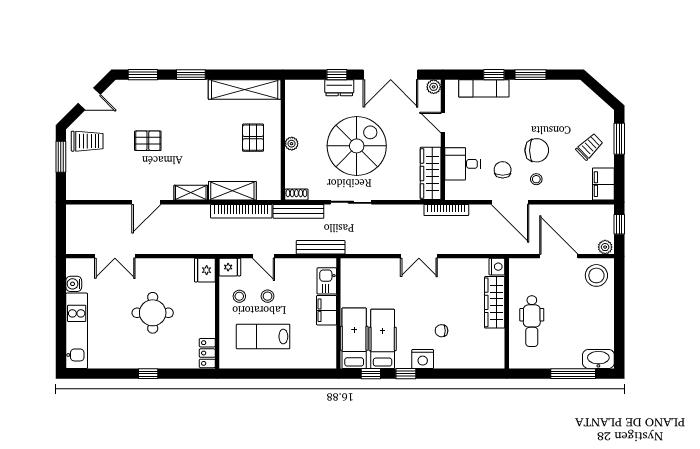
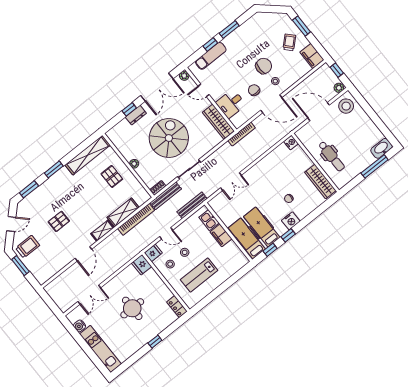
double door: (419, 256) -> (231, 182), moved
wardrobe: (495, 302) -> (320, 182), moved

